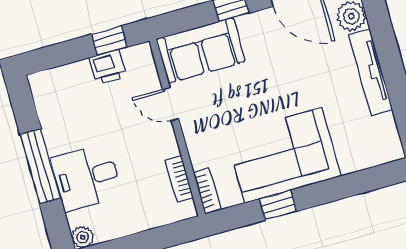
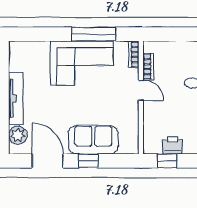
sofa: (201, 50) -> (93, 140), moved
door: (171, 104) -> (141, 90), moved
window: (278, 205) -> (94, 34), width x2.17

